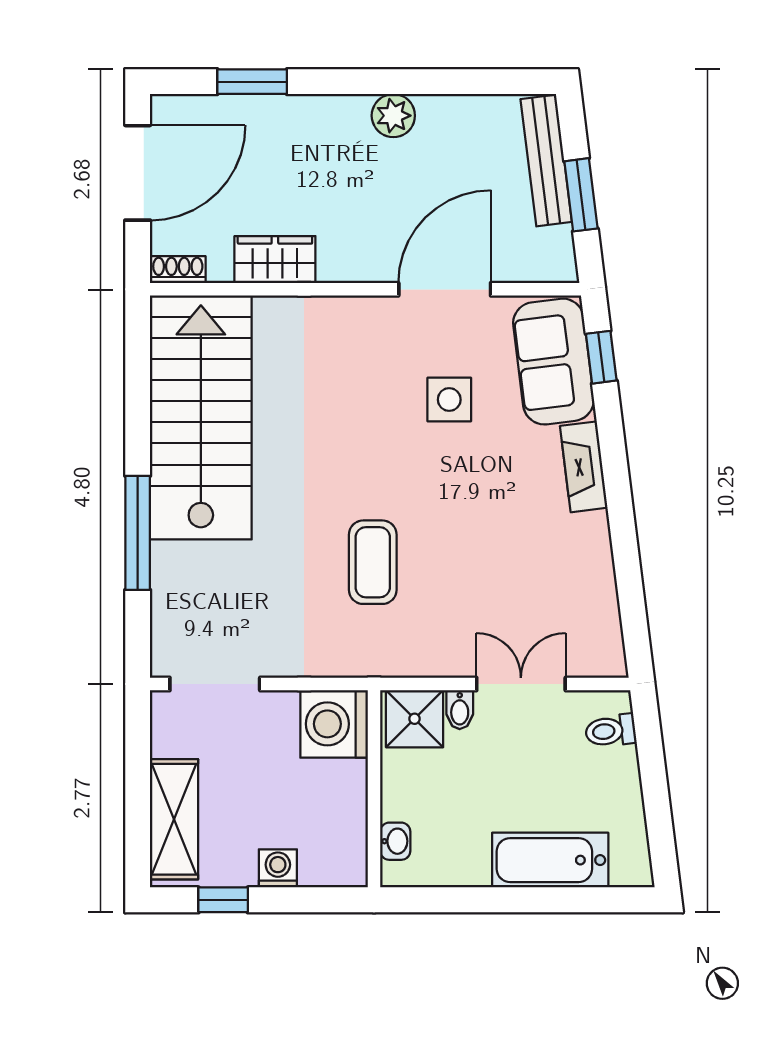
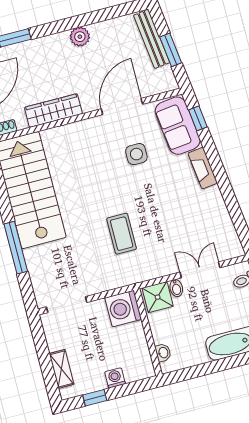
wardrobe: (275, 260) -> (53, 111), width x1.50
shelving: (174, 819) -> (62, 369), width x0.67, depth x0.75

